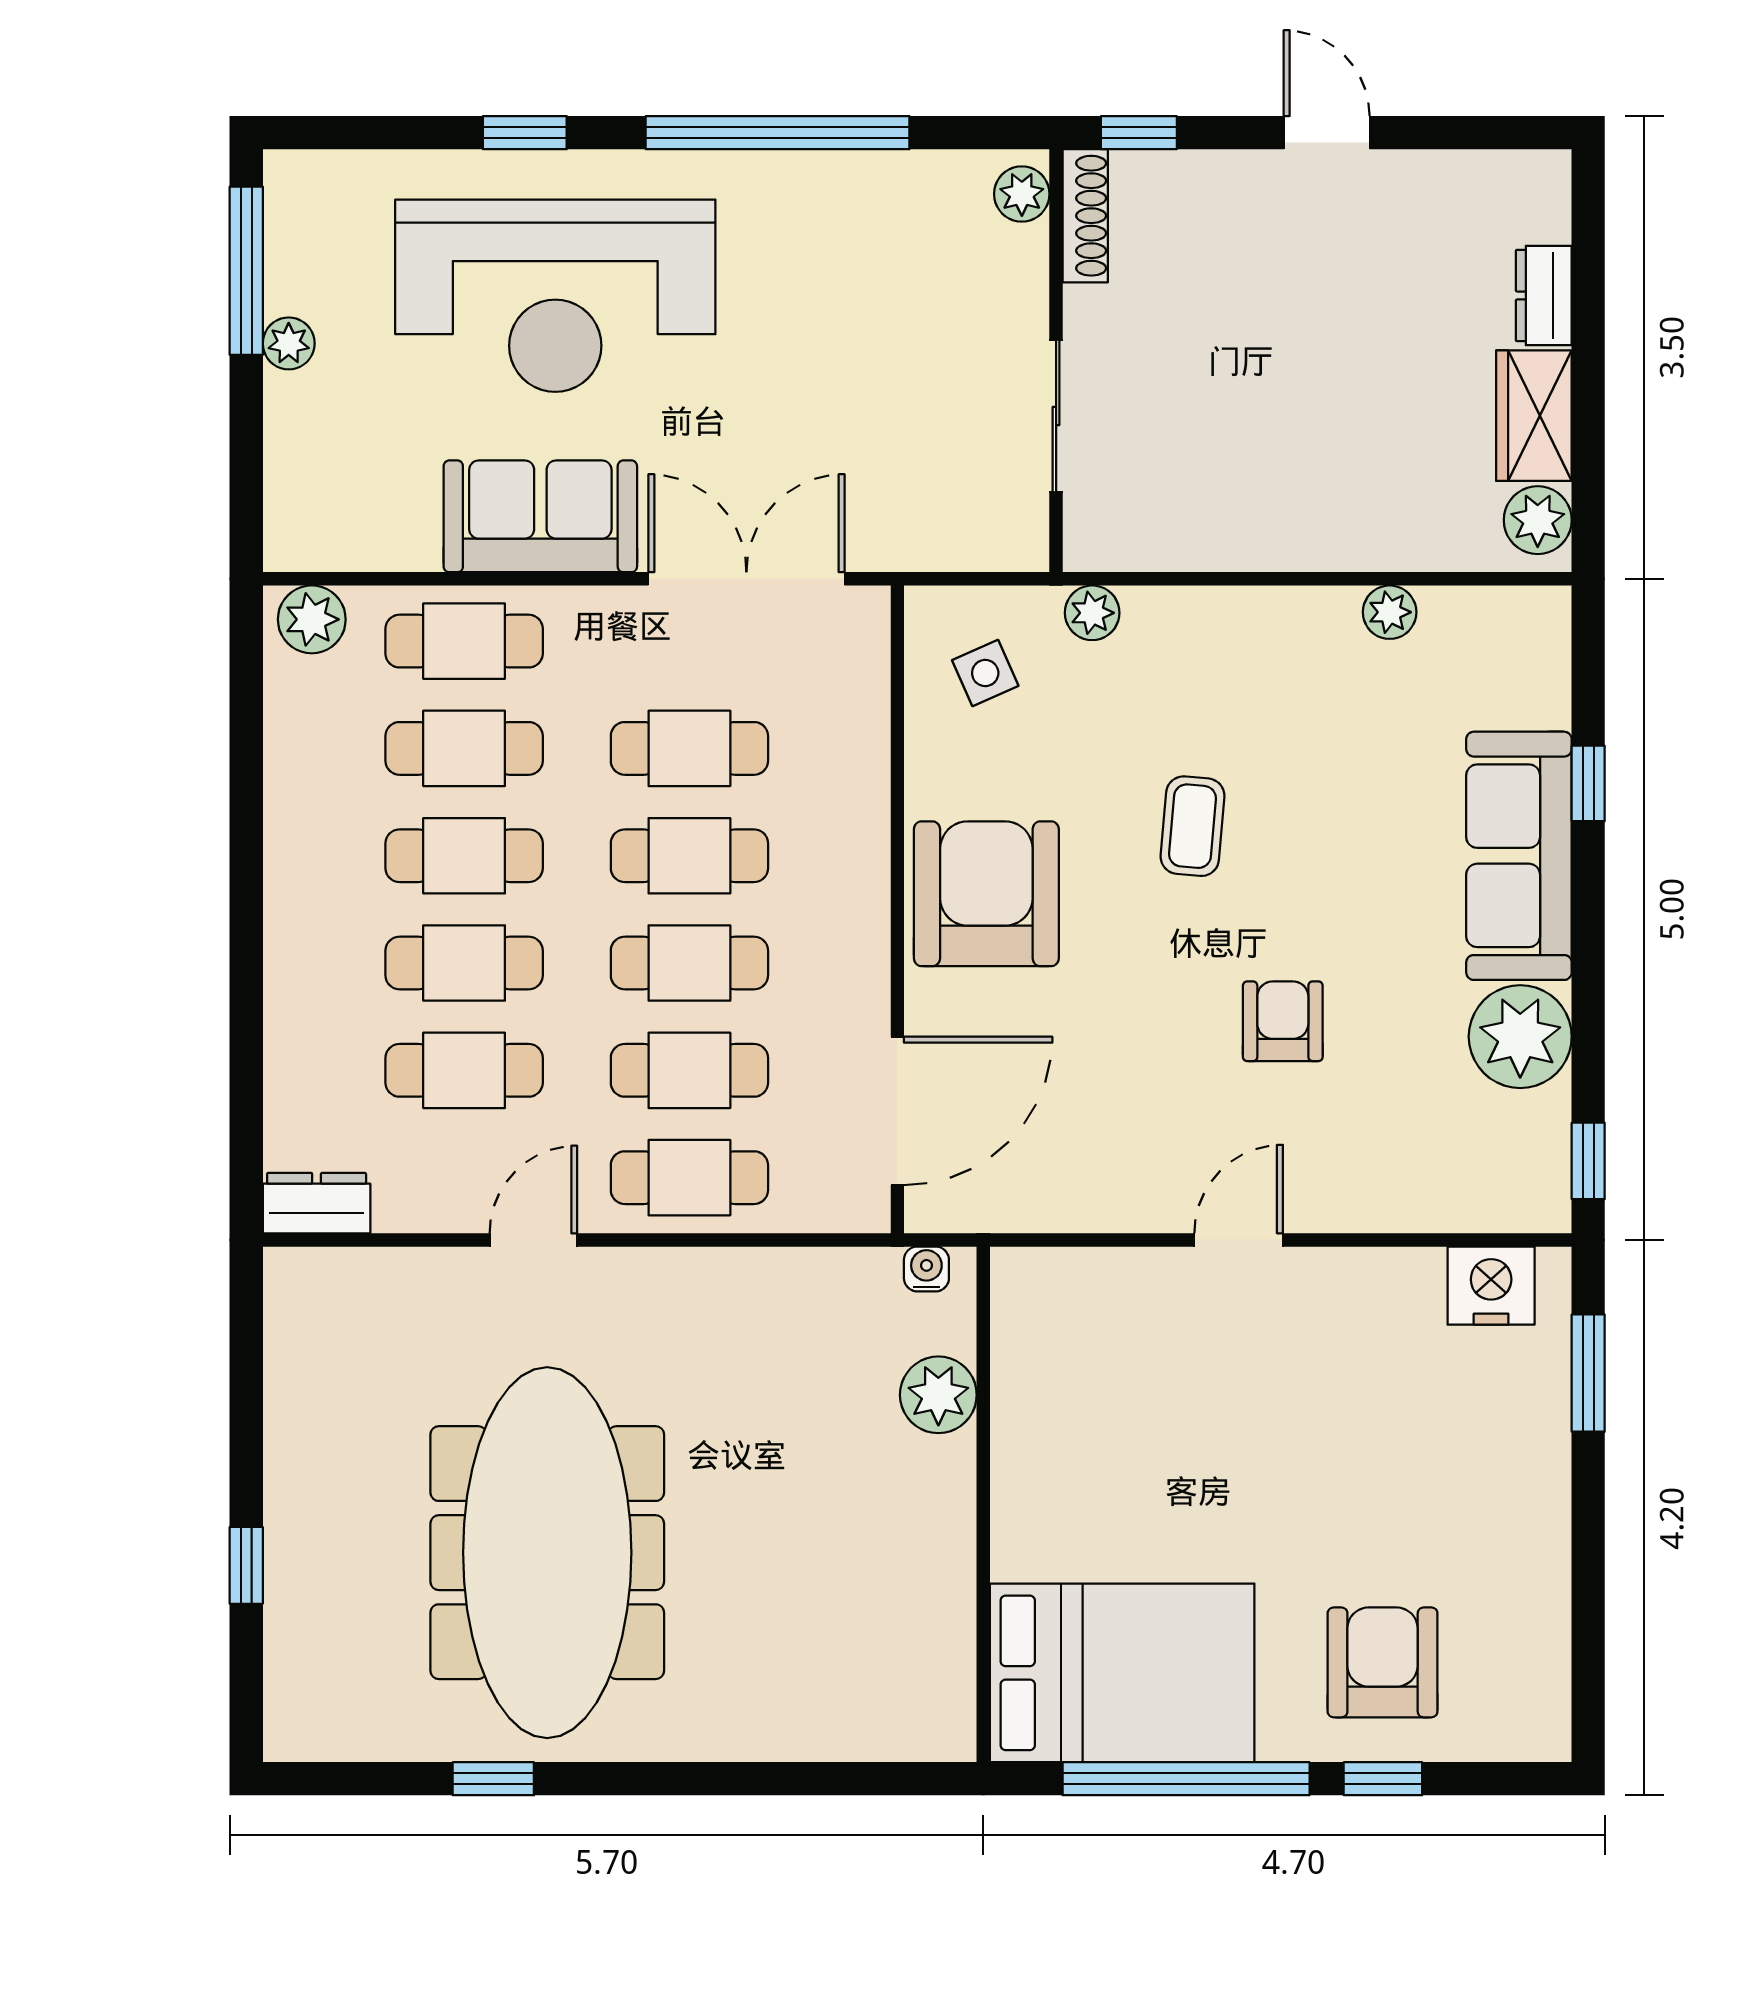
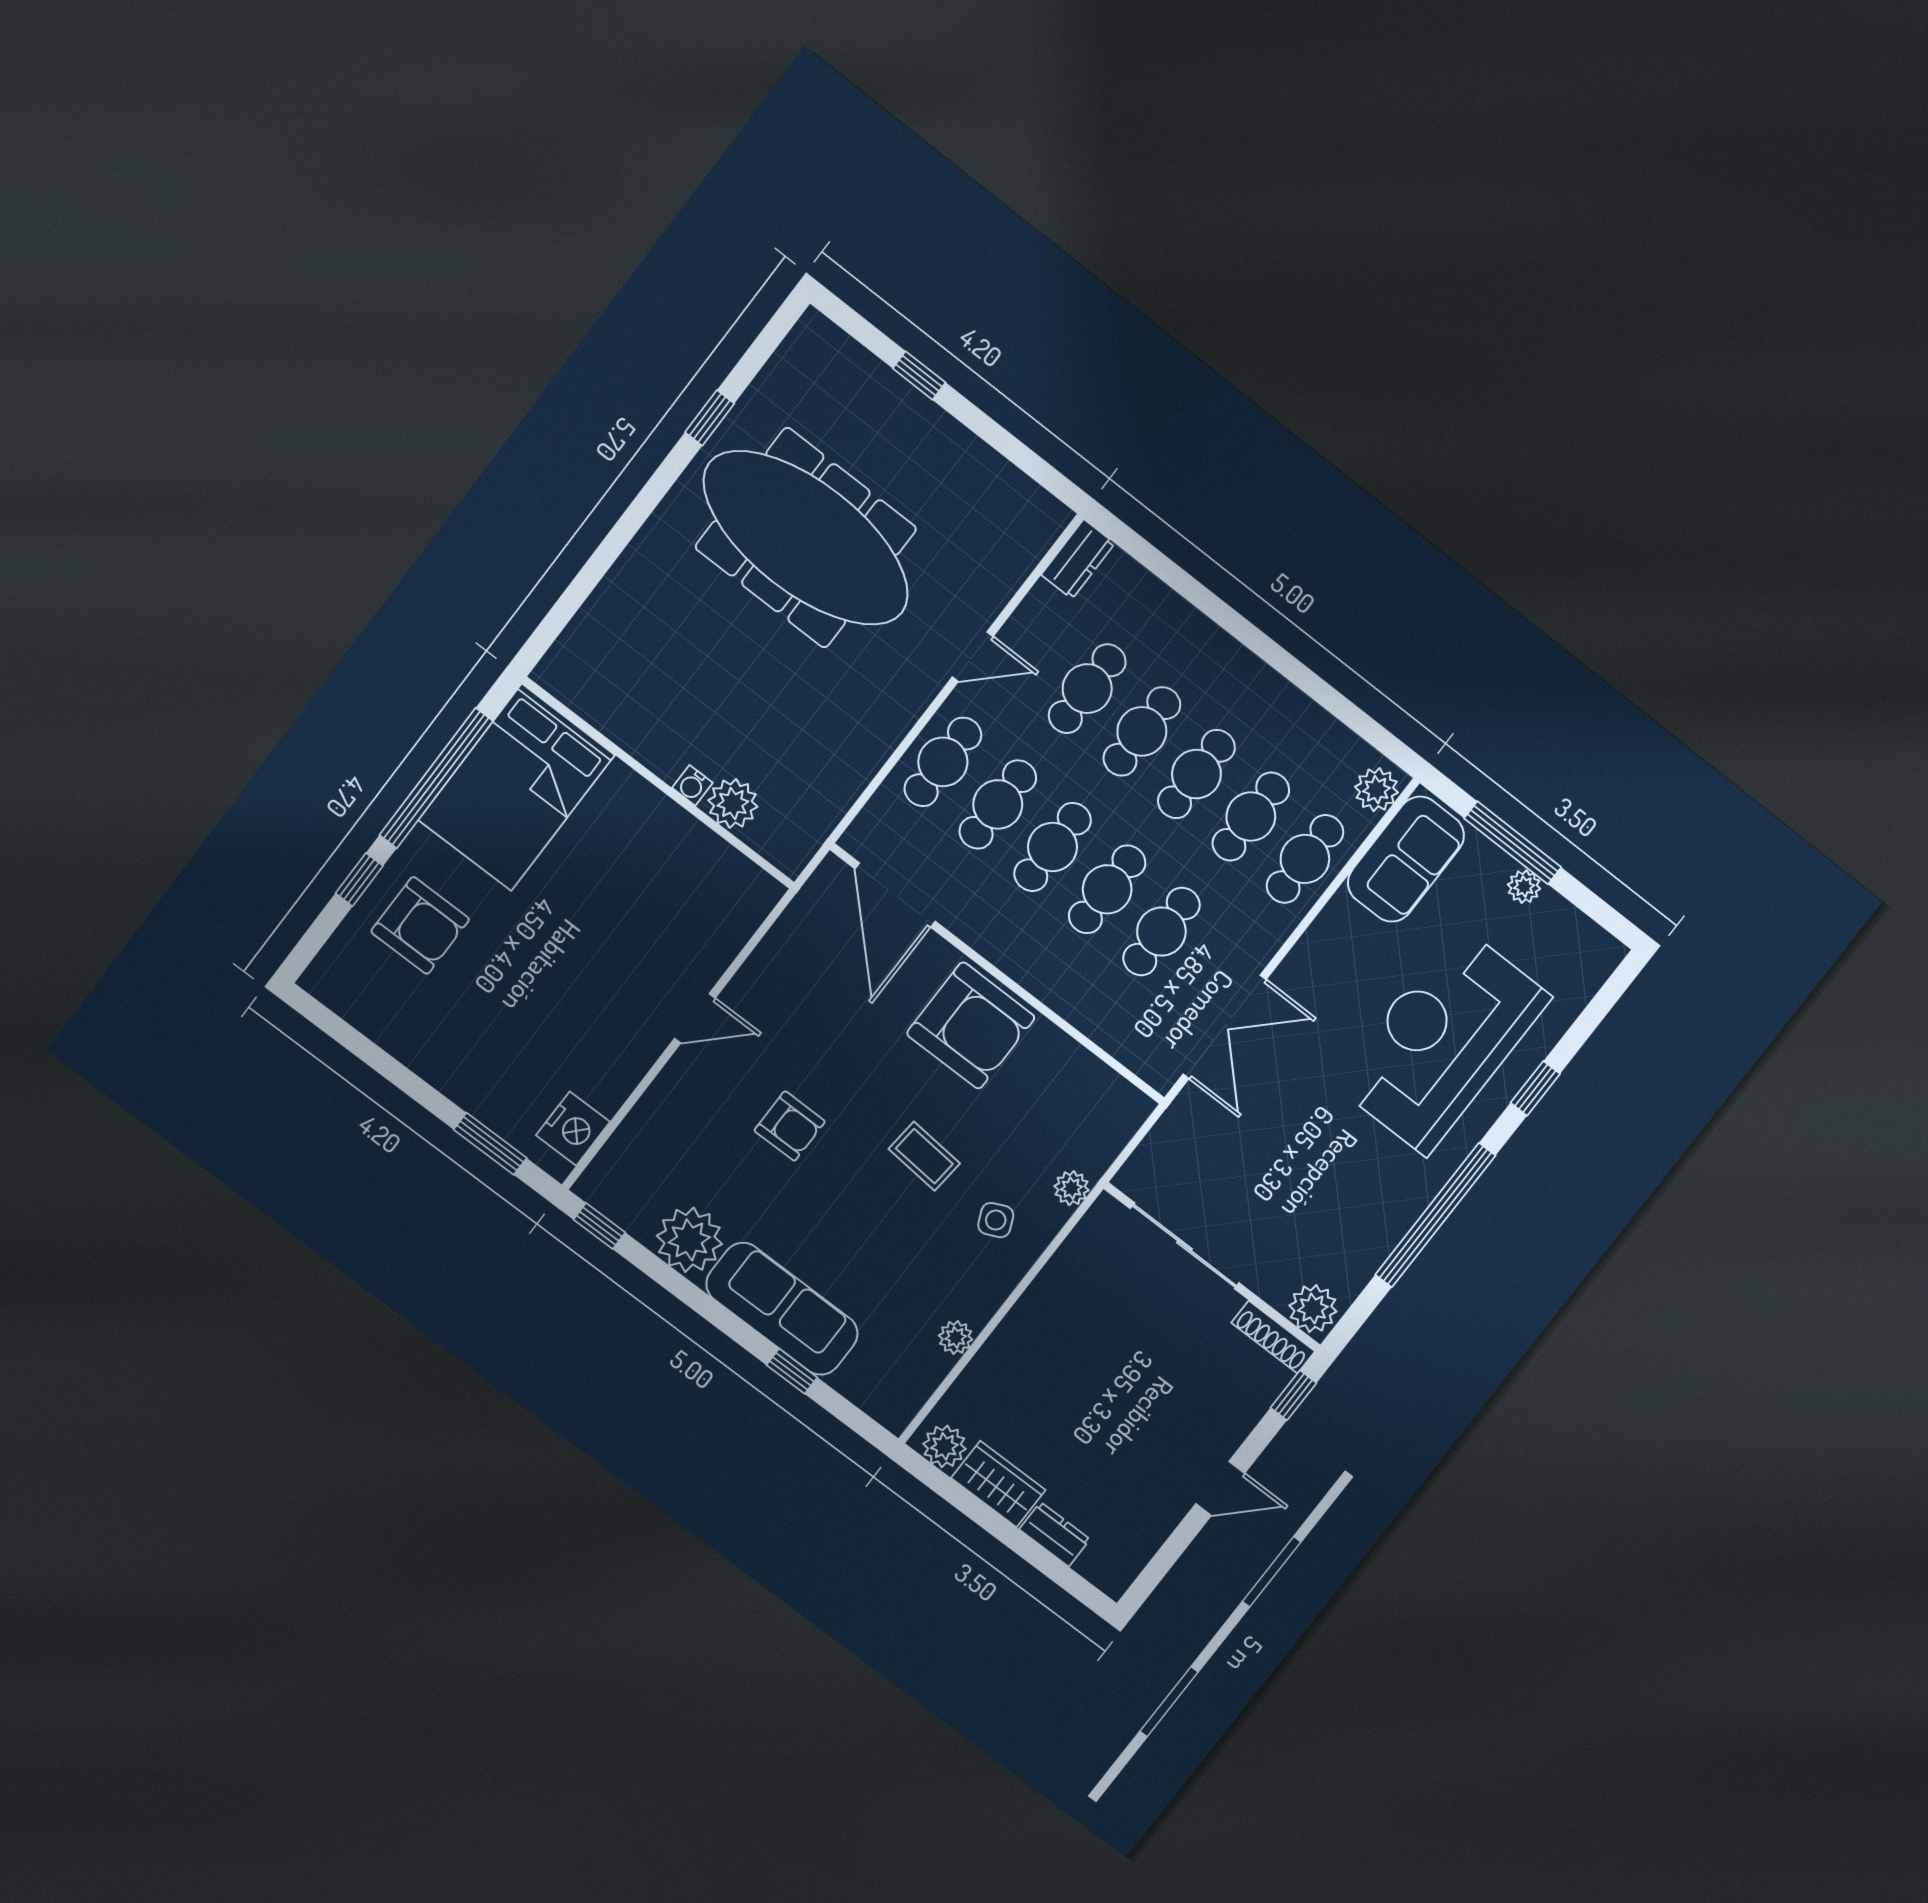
plant: (1022, 194) -> (1313, 1309), width x1.38, depth x1.38
window: (246, 271) -> (1513, 843), moved
sliding door: (1056, 416) -> (1185, 1246), width x1.37
sofa: (540, 516) -> (1406, 859), moved
side table: (985, 673) -> (996, 1220), moved
door: (533, 1240) -> (973, 657), hinge flipped
door: (1239, 1240) -> (695, 1018), hinge flipped
water cooler: (926, 1269) -> (692, 785), moved, turned 90

